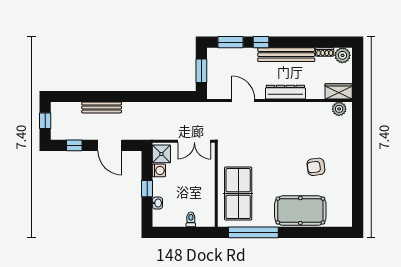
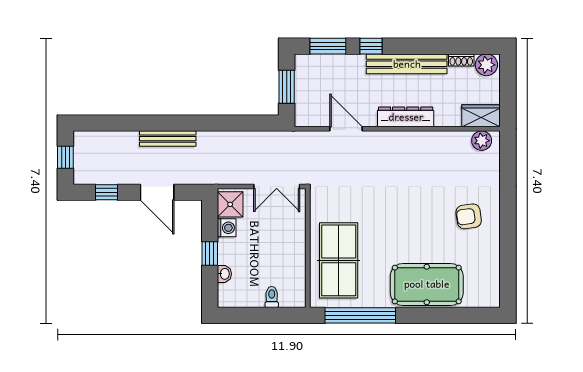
bench: (102, 107) -> (168, 139), moved
armchair: (316, 167) -> (469, 216), moved

